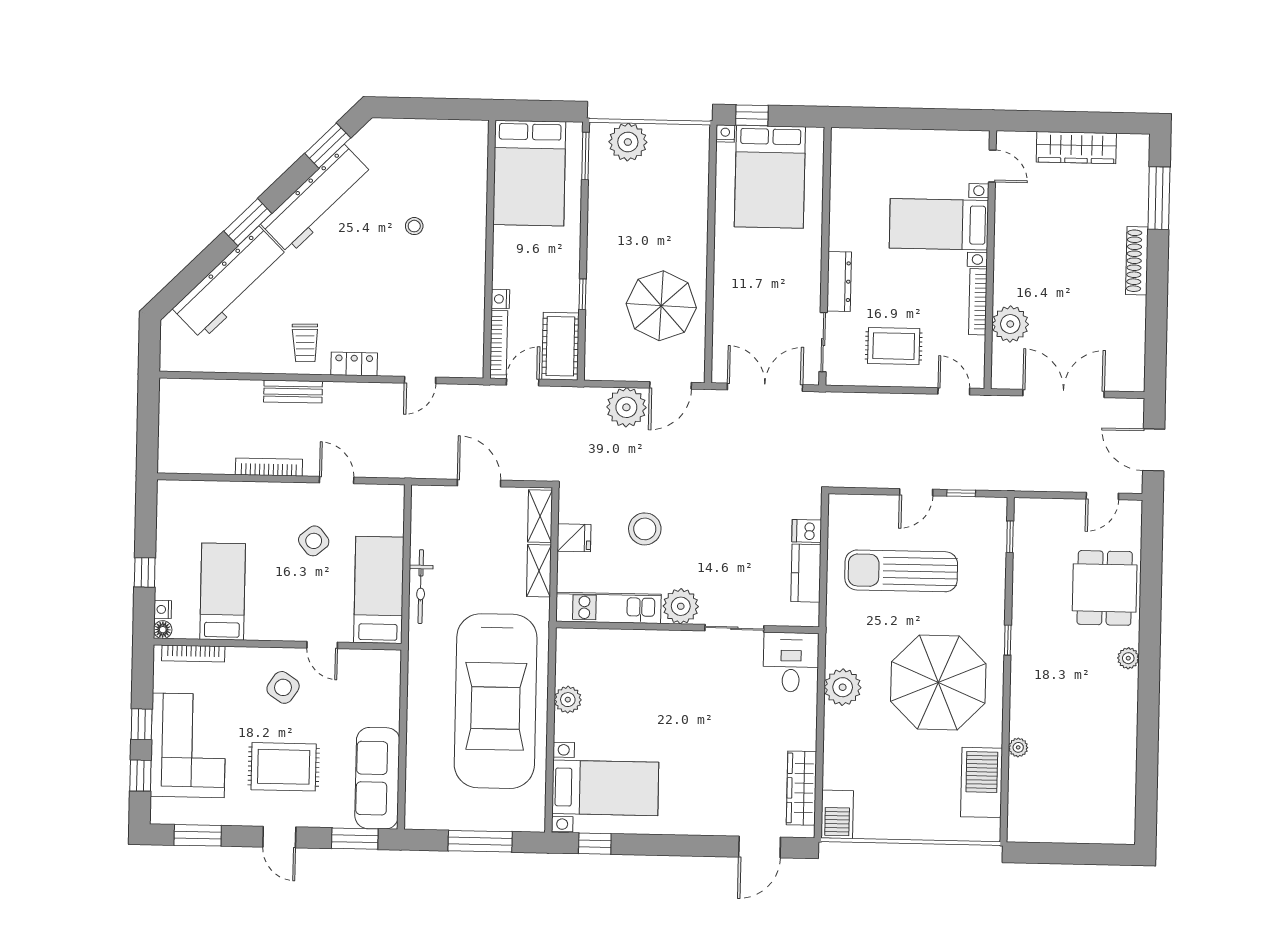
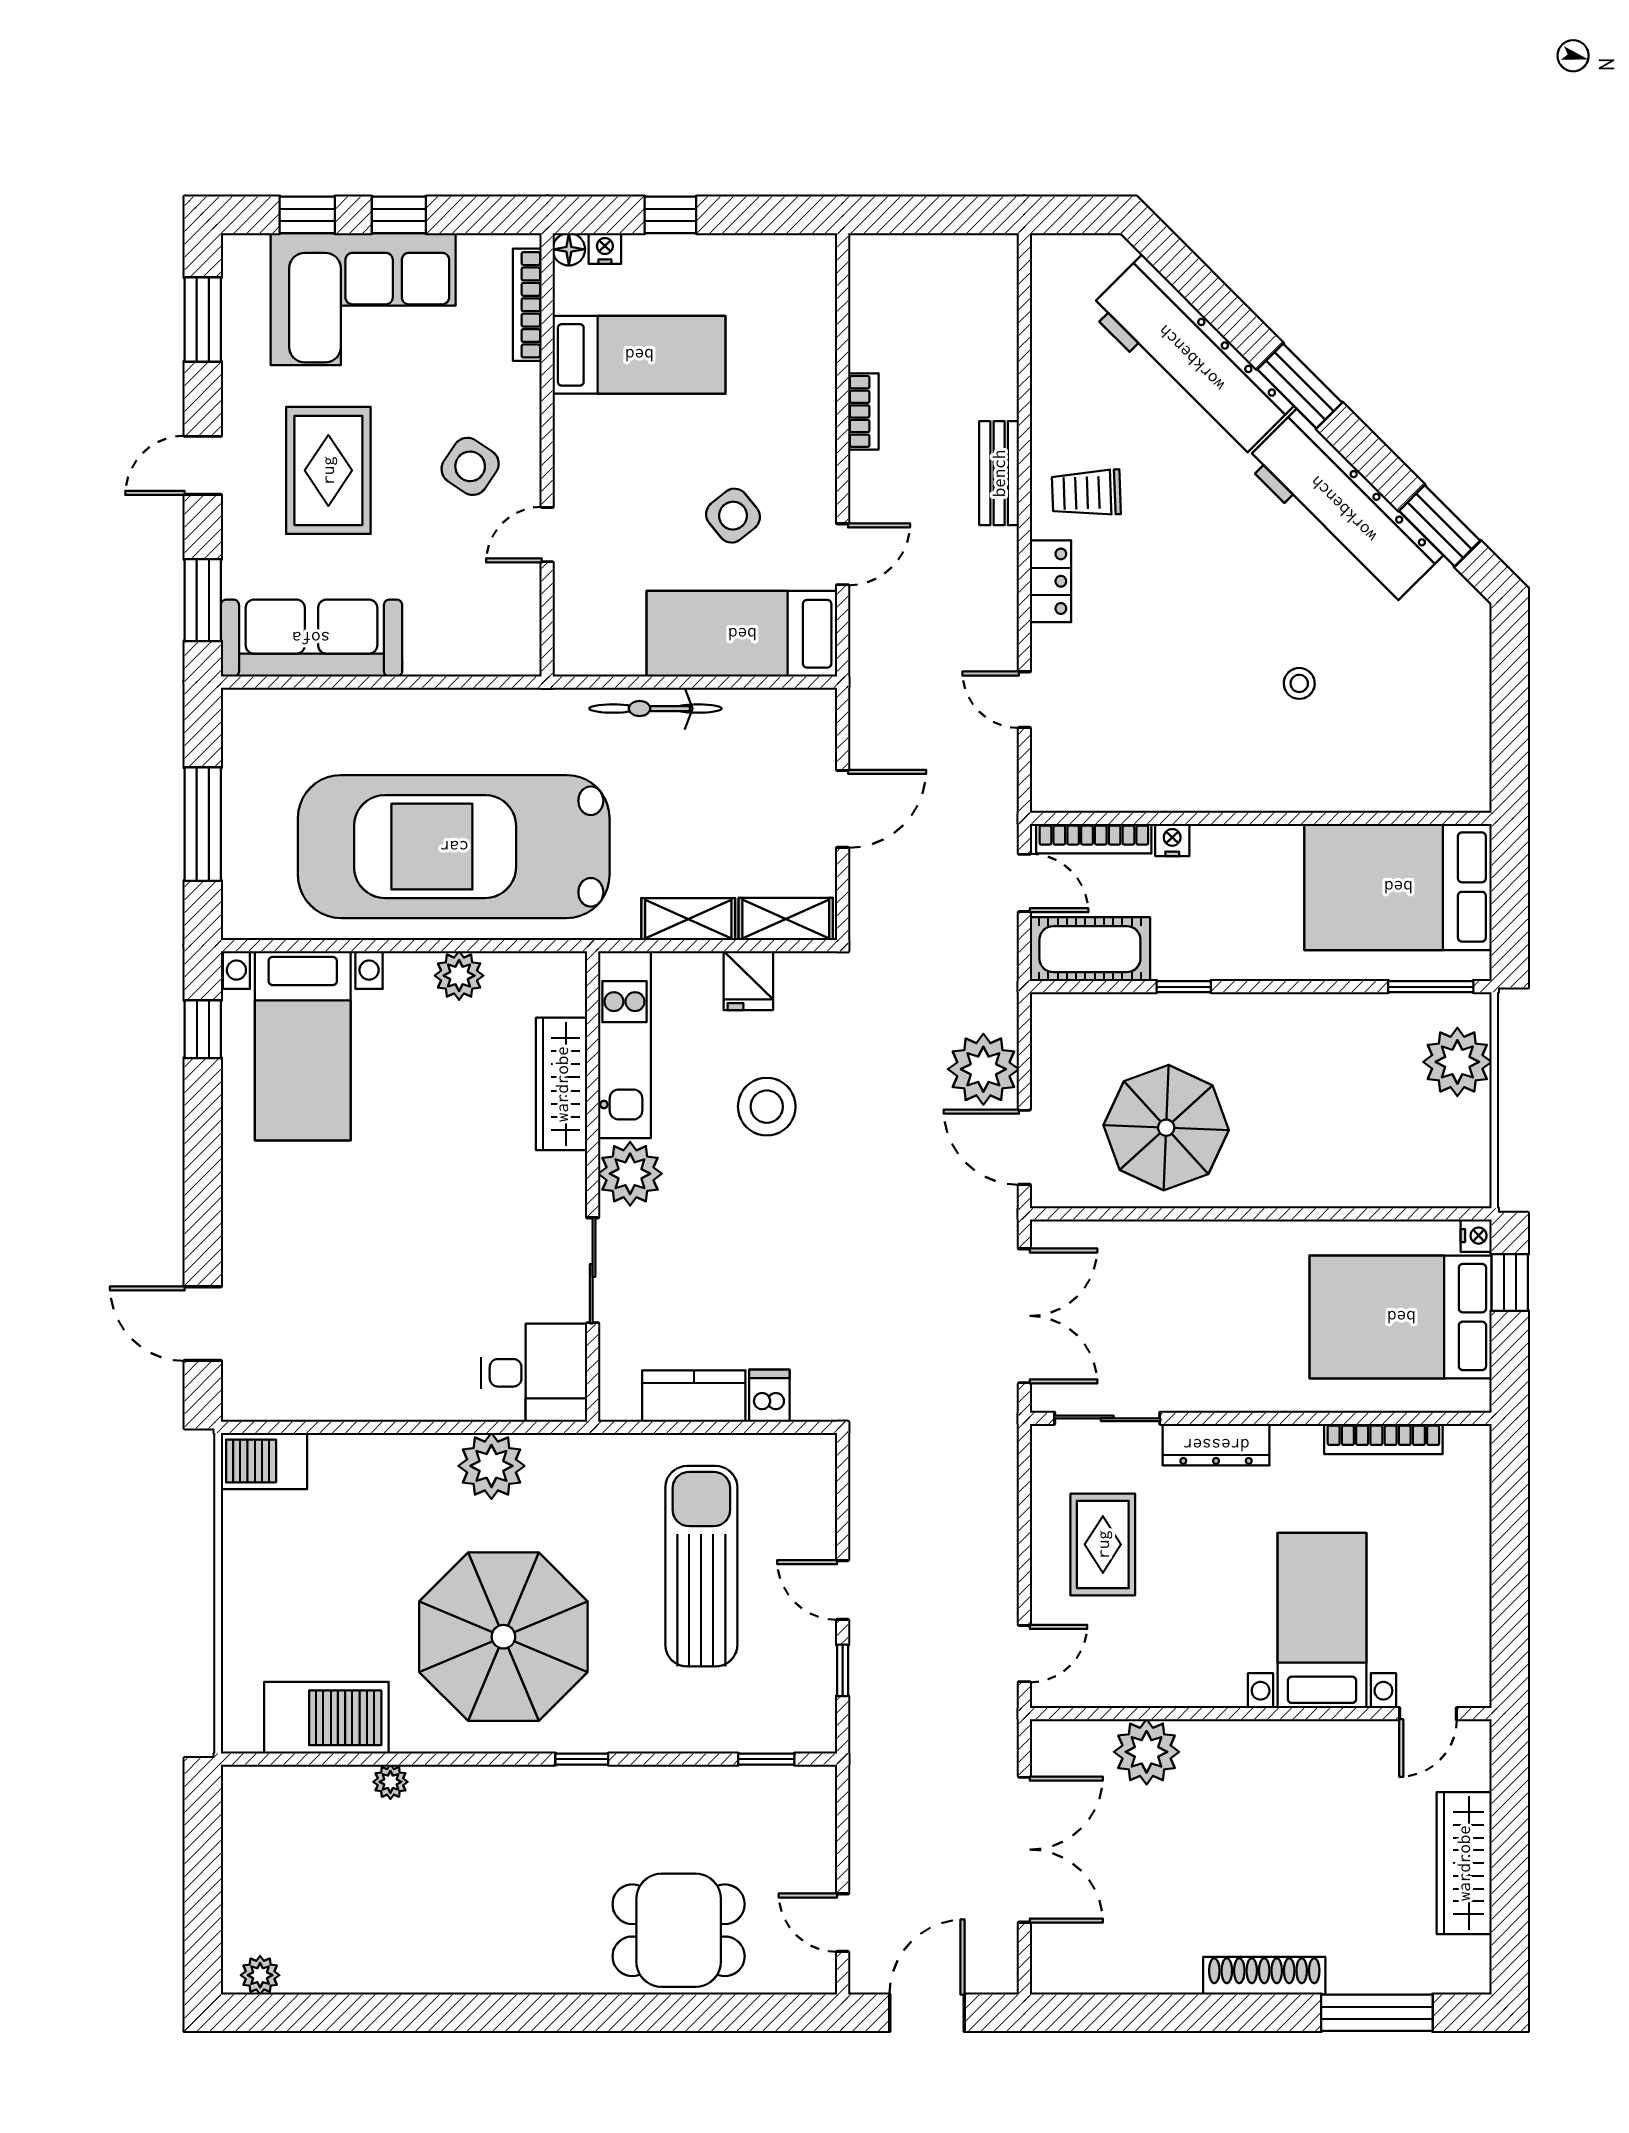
bookcase: (978, 302) -> (1383, 1439), moved, turned 180
bookcase: (269, 467) -> (863, 411), width x0.64
bed: (379, 590) -> (742, 634), moved, turned 180
plant: (1128, 658) -> (260, 1975), moved
wardrobe: (802, 788) -> (562, 1084), moved, turned -90

